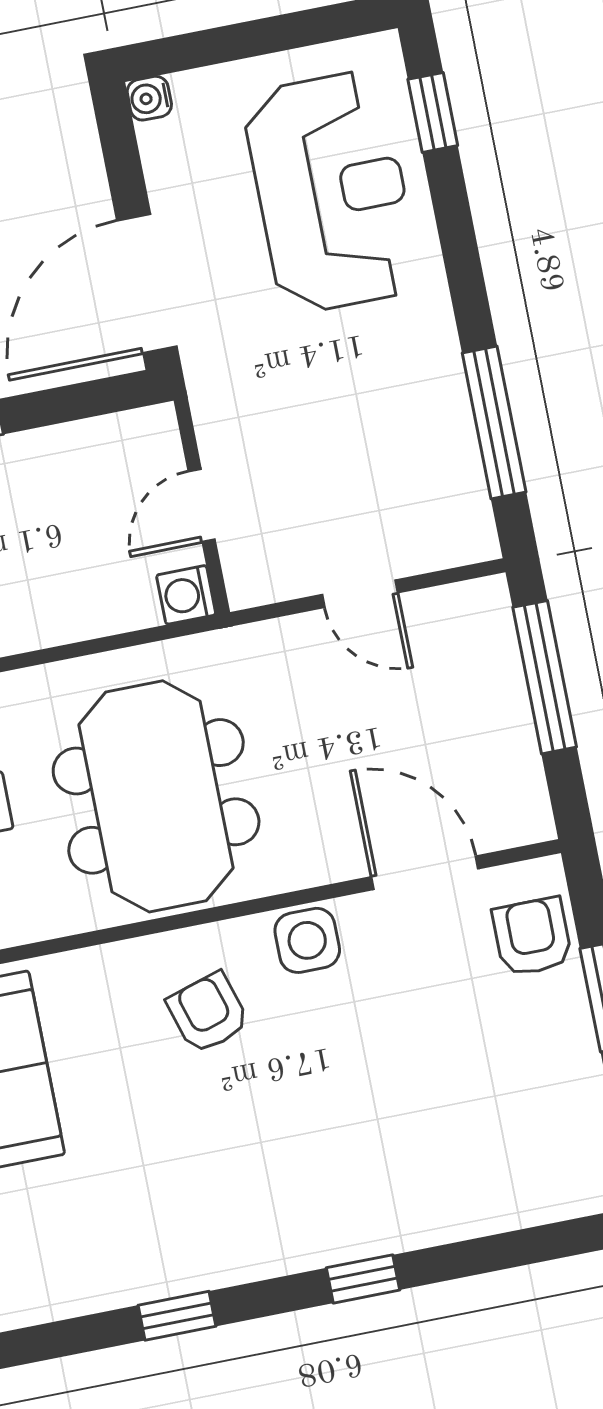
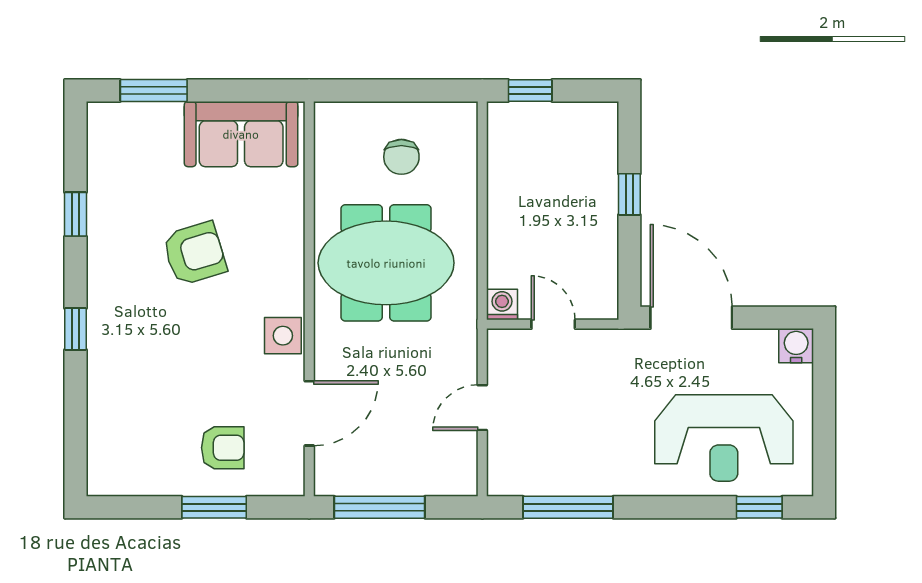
water cooler: (149, 98) -> (796, 346), width x1.38, depth x1.38
window: (545, 677) -> (380, 507), moved
armchair: (532, 937) -> (223, 448), moved
armchair: (208, 1013) -> (195, 253), moved, width x1.38, depth x1.38

